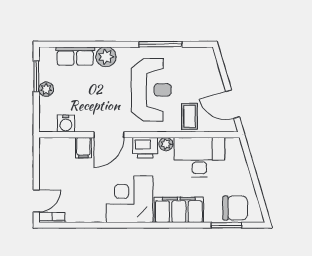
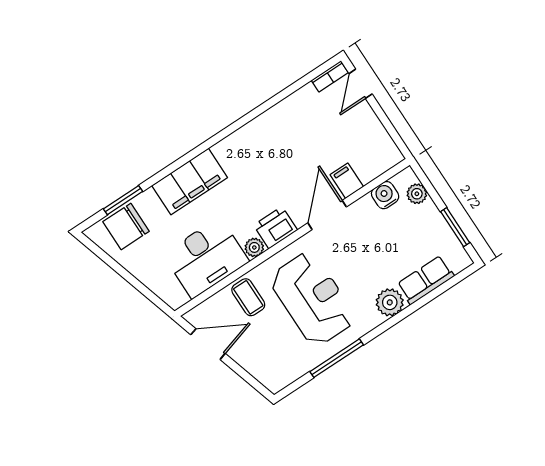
plant: (46, 89) -> (417, 194), moved
reception desk: (151, 90) -> (313, 299), turned 180
corner desk: (129, 199) -> (254, 156), removed

